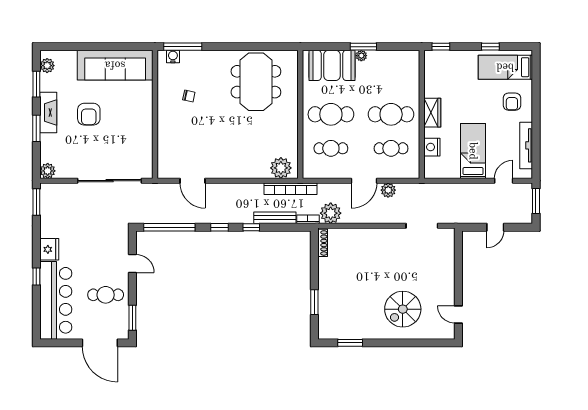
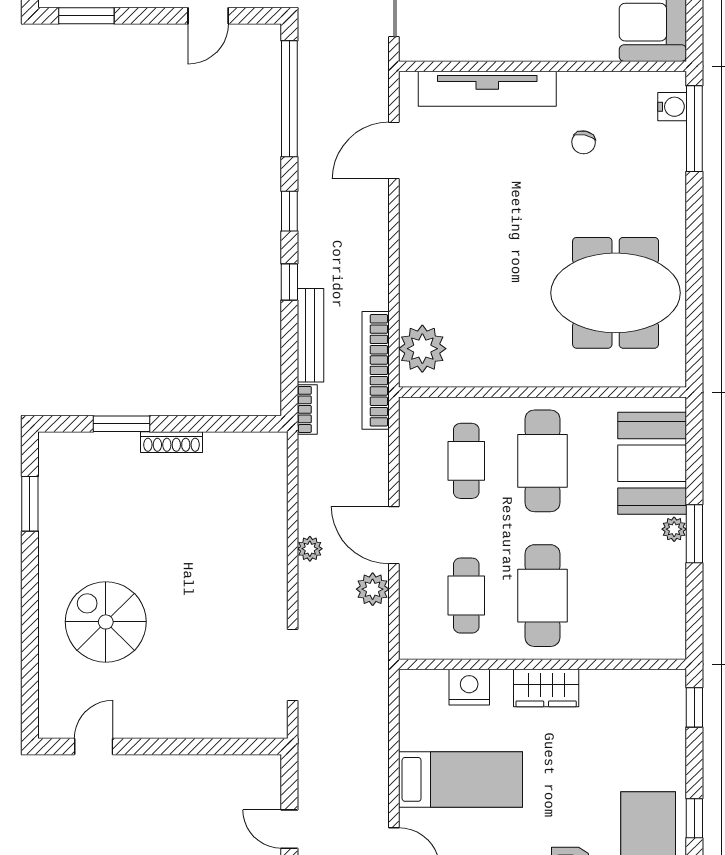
tv unit: (165, 139) -> (487, 89), added
plant: (331, 213) -> (310, 549), moved, width x0.53, depth x0.53
shoe rack: (323, 243) -> (172, 442), moved

